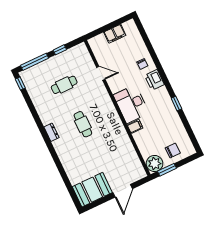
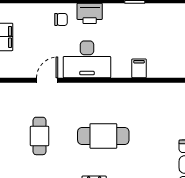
desk: (131, 104) -> (87, 59), moved
cafe table: (83, 124) -> (103, 136), width x1.37, depth x1.35

